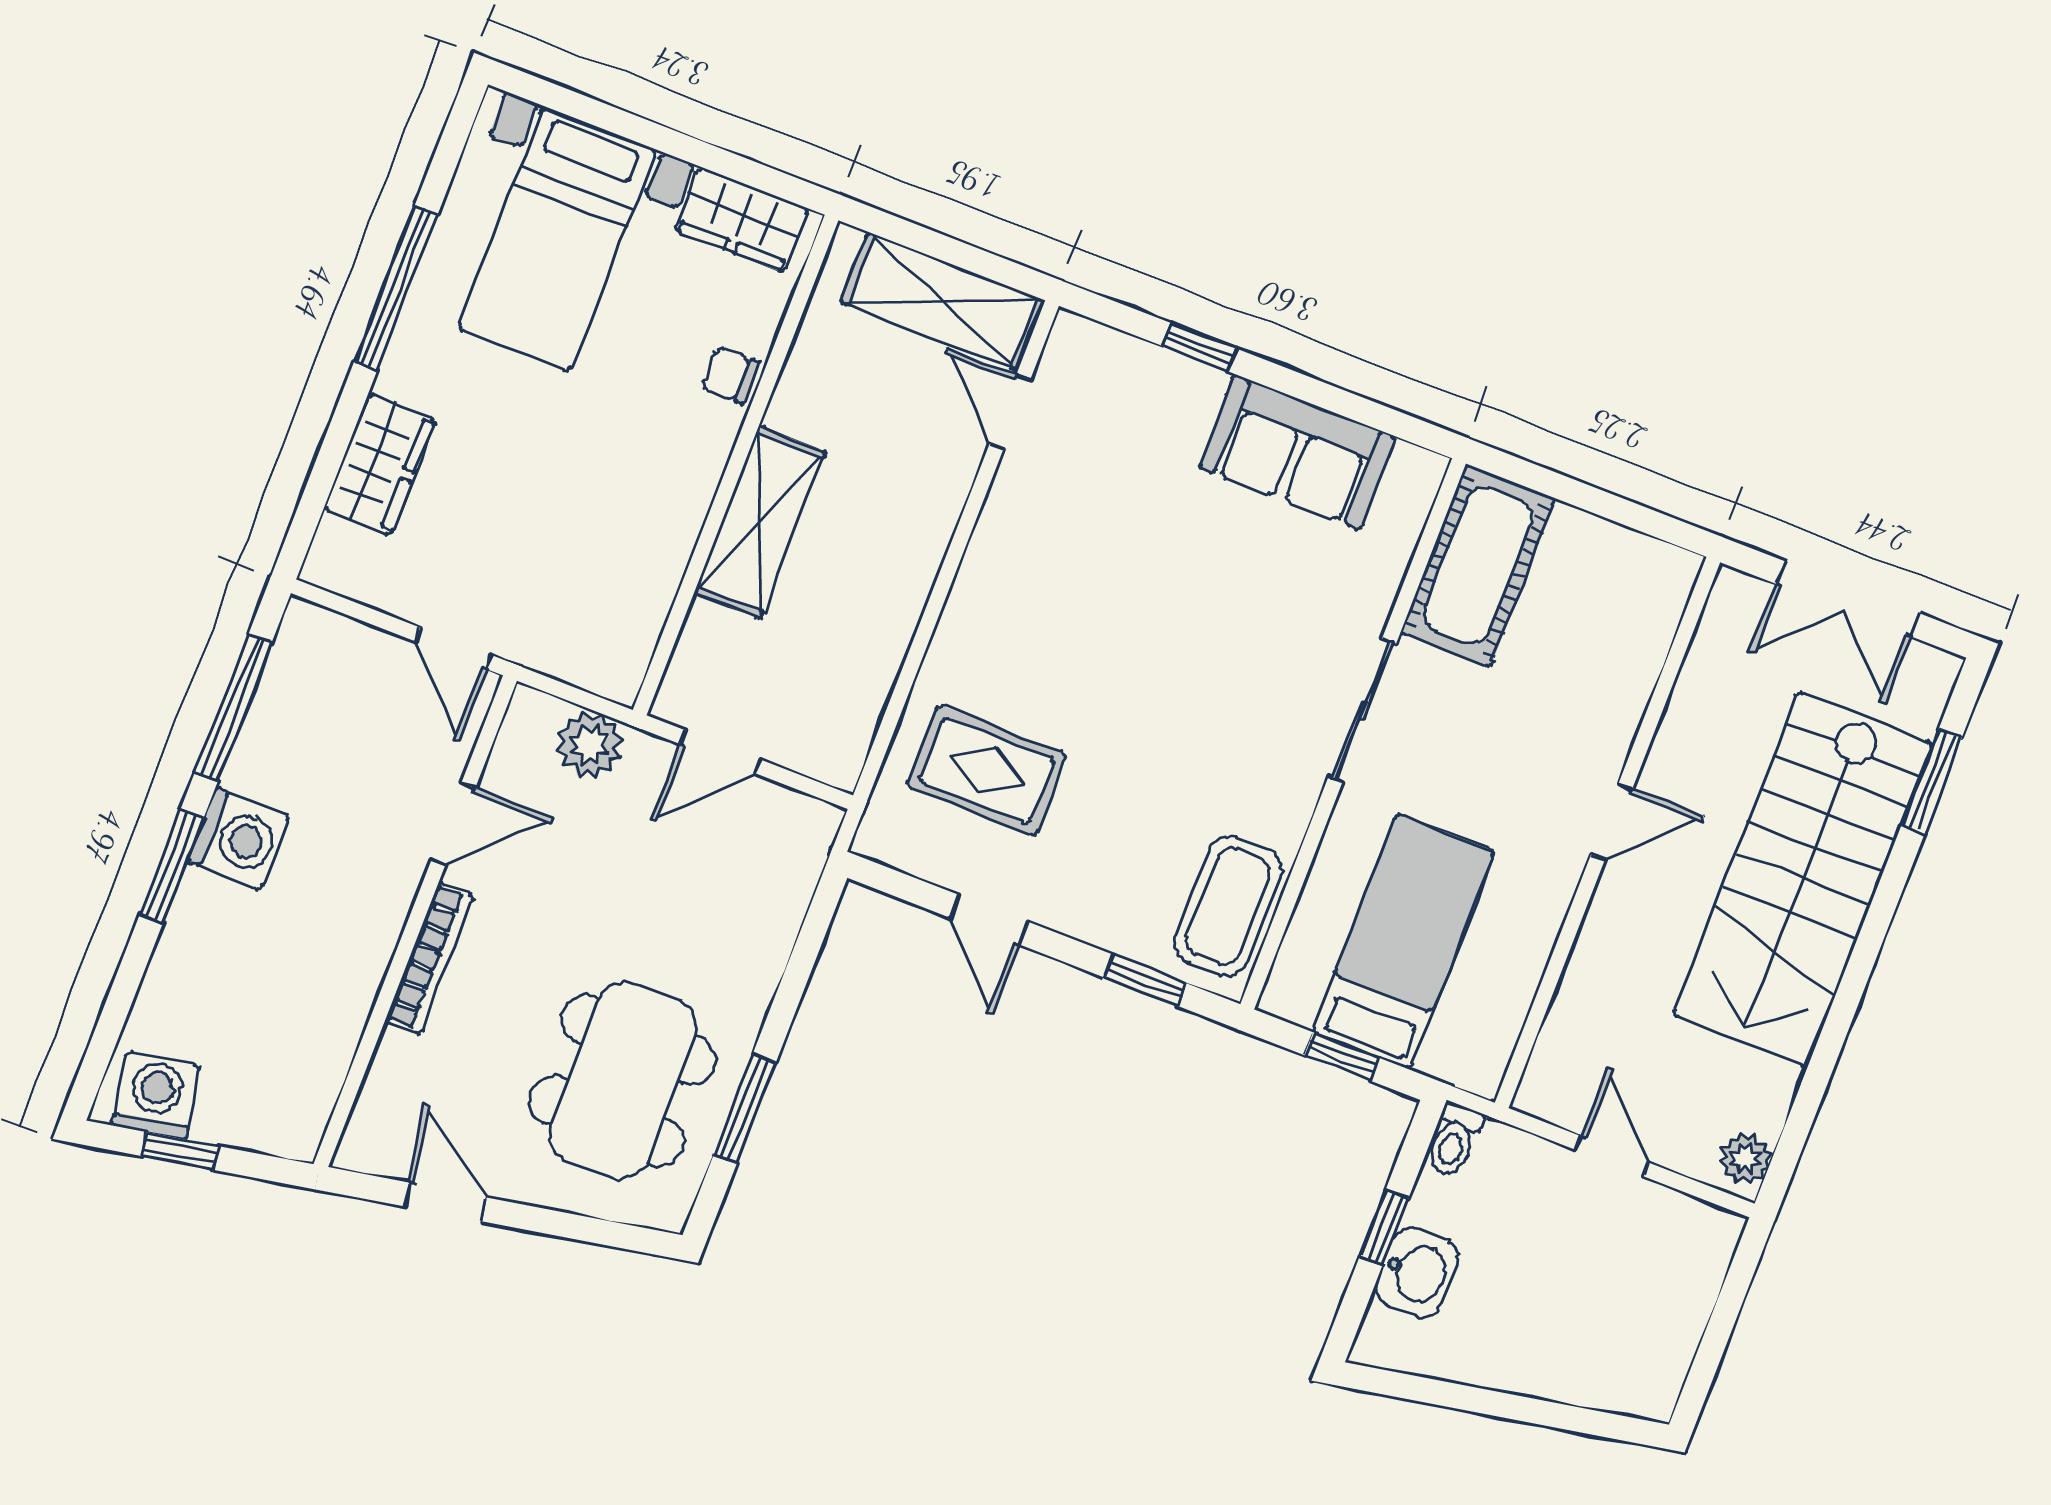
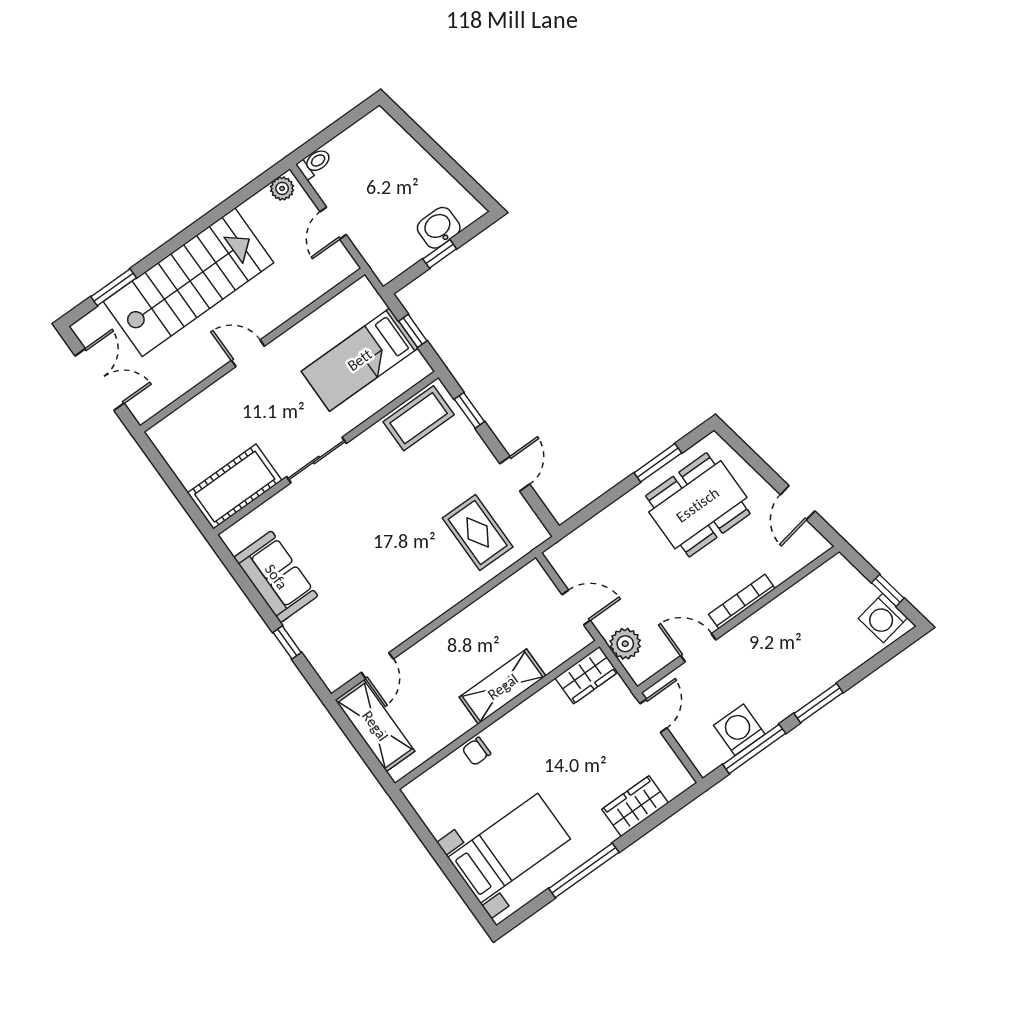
wardrobe: (742, 219) -> (586, 675), moved, turned 90
chair: (730, 375) -> (476, 751), turned 90
washing machine: (238, 839) -> (739, 730), moved
toilet: (1454, 1140) -> (314, 163), moved

